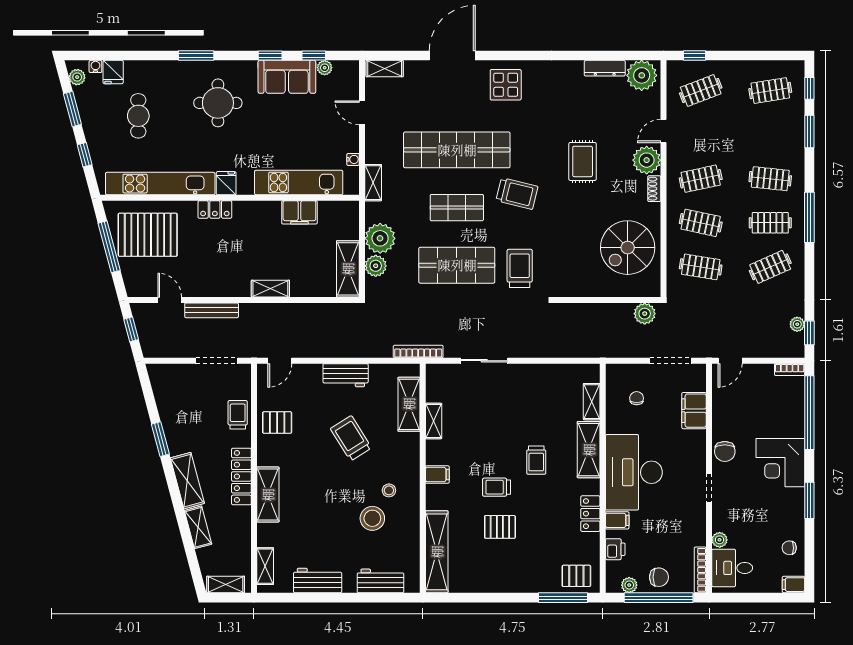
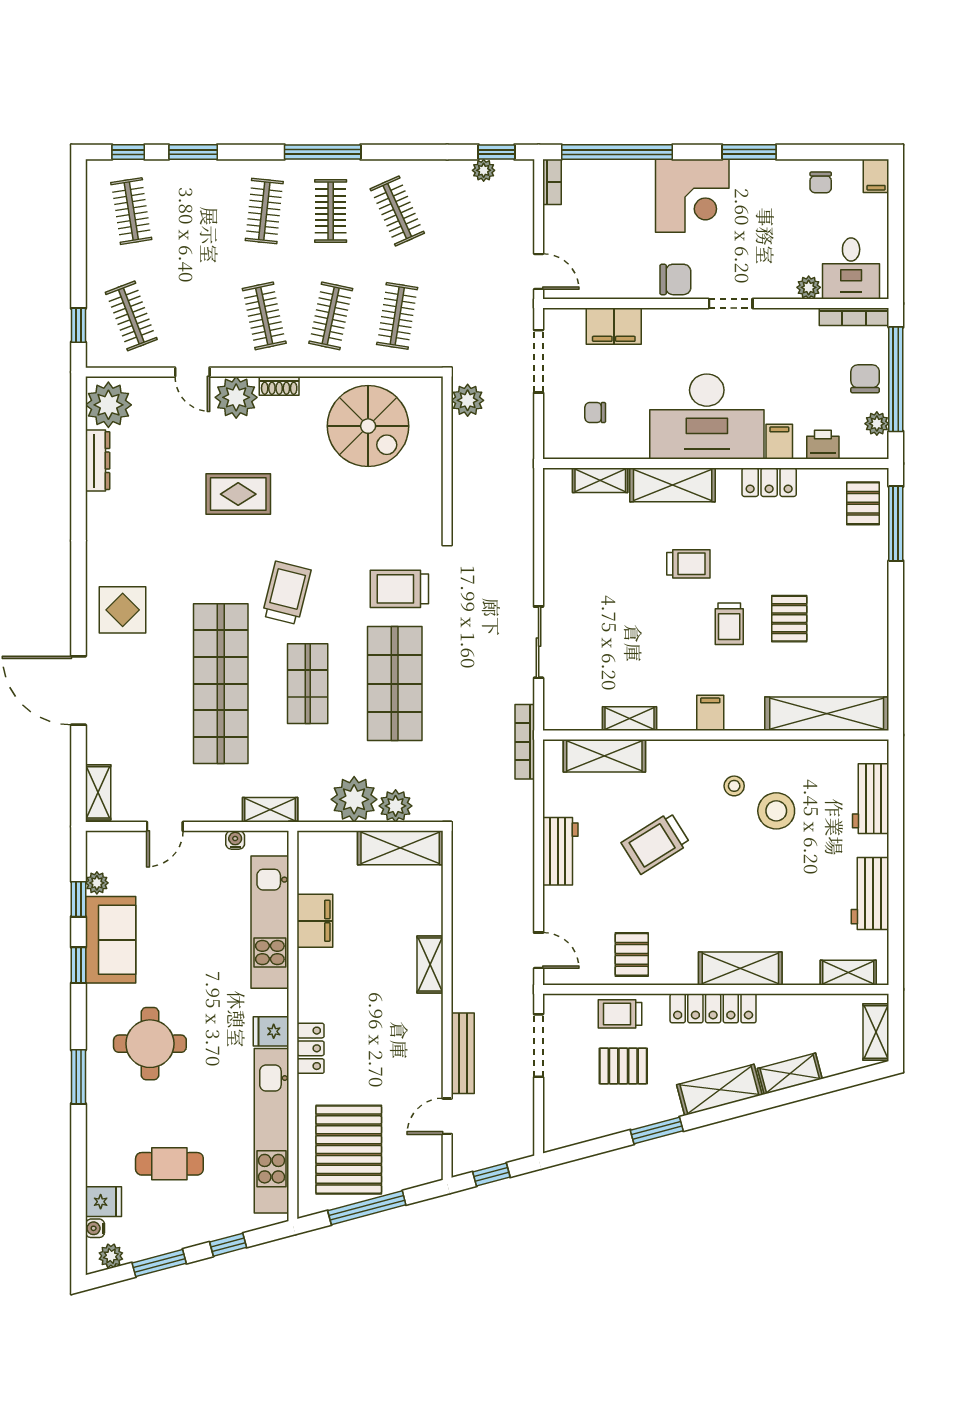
pallet: (203, 417) -> (623, 1066), added

